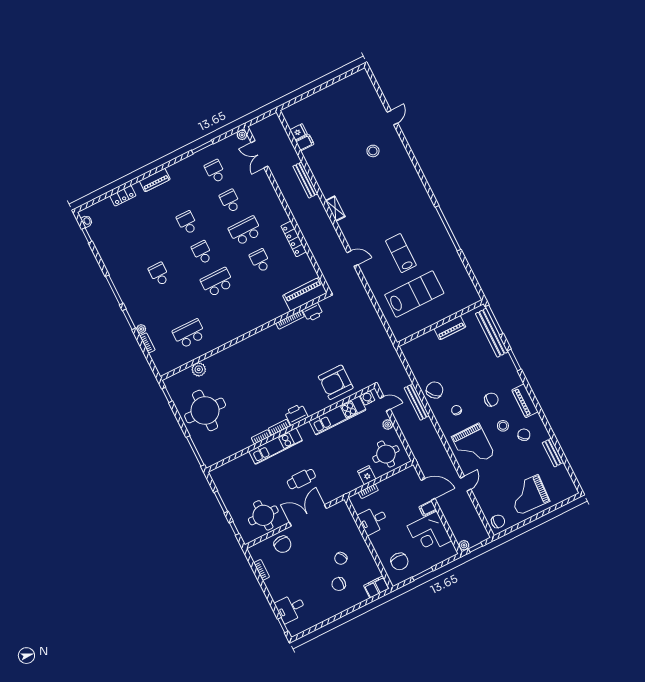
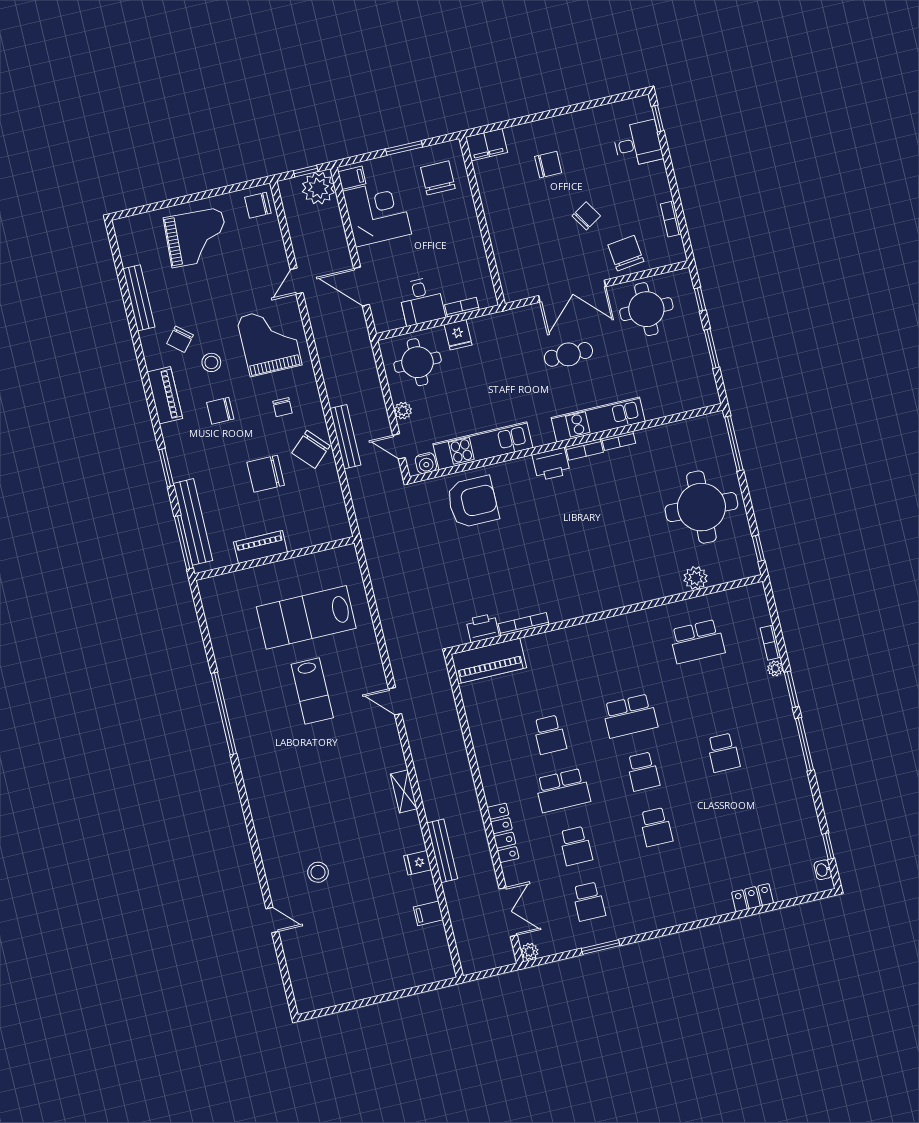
door: (392, 118) -> (272, 920), swing flipped
fridge: (299, 132) -> (418, 863), moved
piano: (155, 180) -> (693, 911), removed
locker: (294, 239) -> (503, 833), moved
chair: (457, 370) -> (266, 474), added
bench: (553, 453) -> (139, 298), width x1.36
filing cabinet: (428, 508) -> (352, 178), moved
desk: (373, 520) -> (422, 301), moved, turned 90
plant: (464, 545) -> (318, 188), width x1.87, depth x1.87
chair: (341, 558) -> (586, 216), moved

